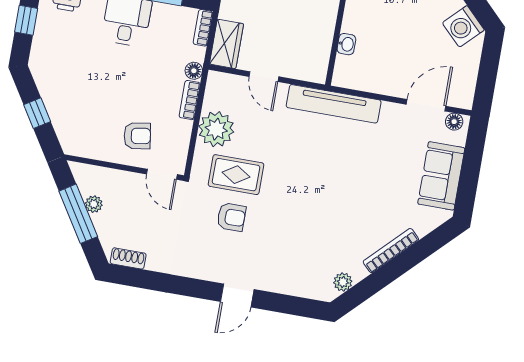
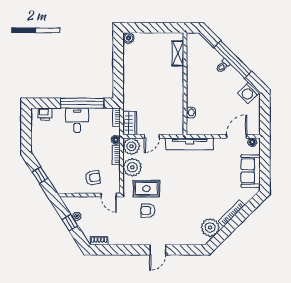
window: (26, 20) -> (26, 129), removed
door: (264, 77) -> (152, 136), hinge flipped
plant: (222, 89) -> (131, 146), added
window: (78, 214) -> (70, 223), width x0.46
armchair: (231, 217) -> (148, 211), turned 180
plant: (343, 282) -> (210, 227), width x1.87, depth x1.87

